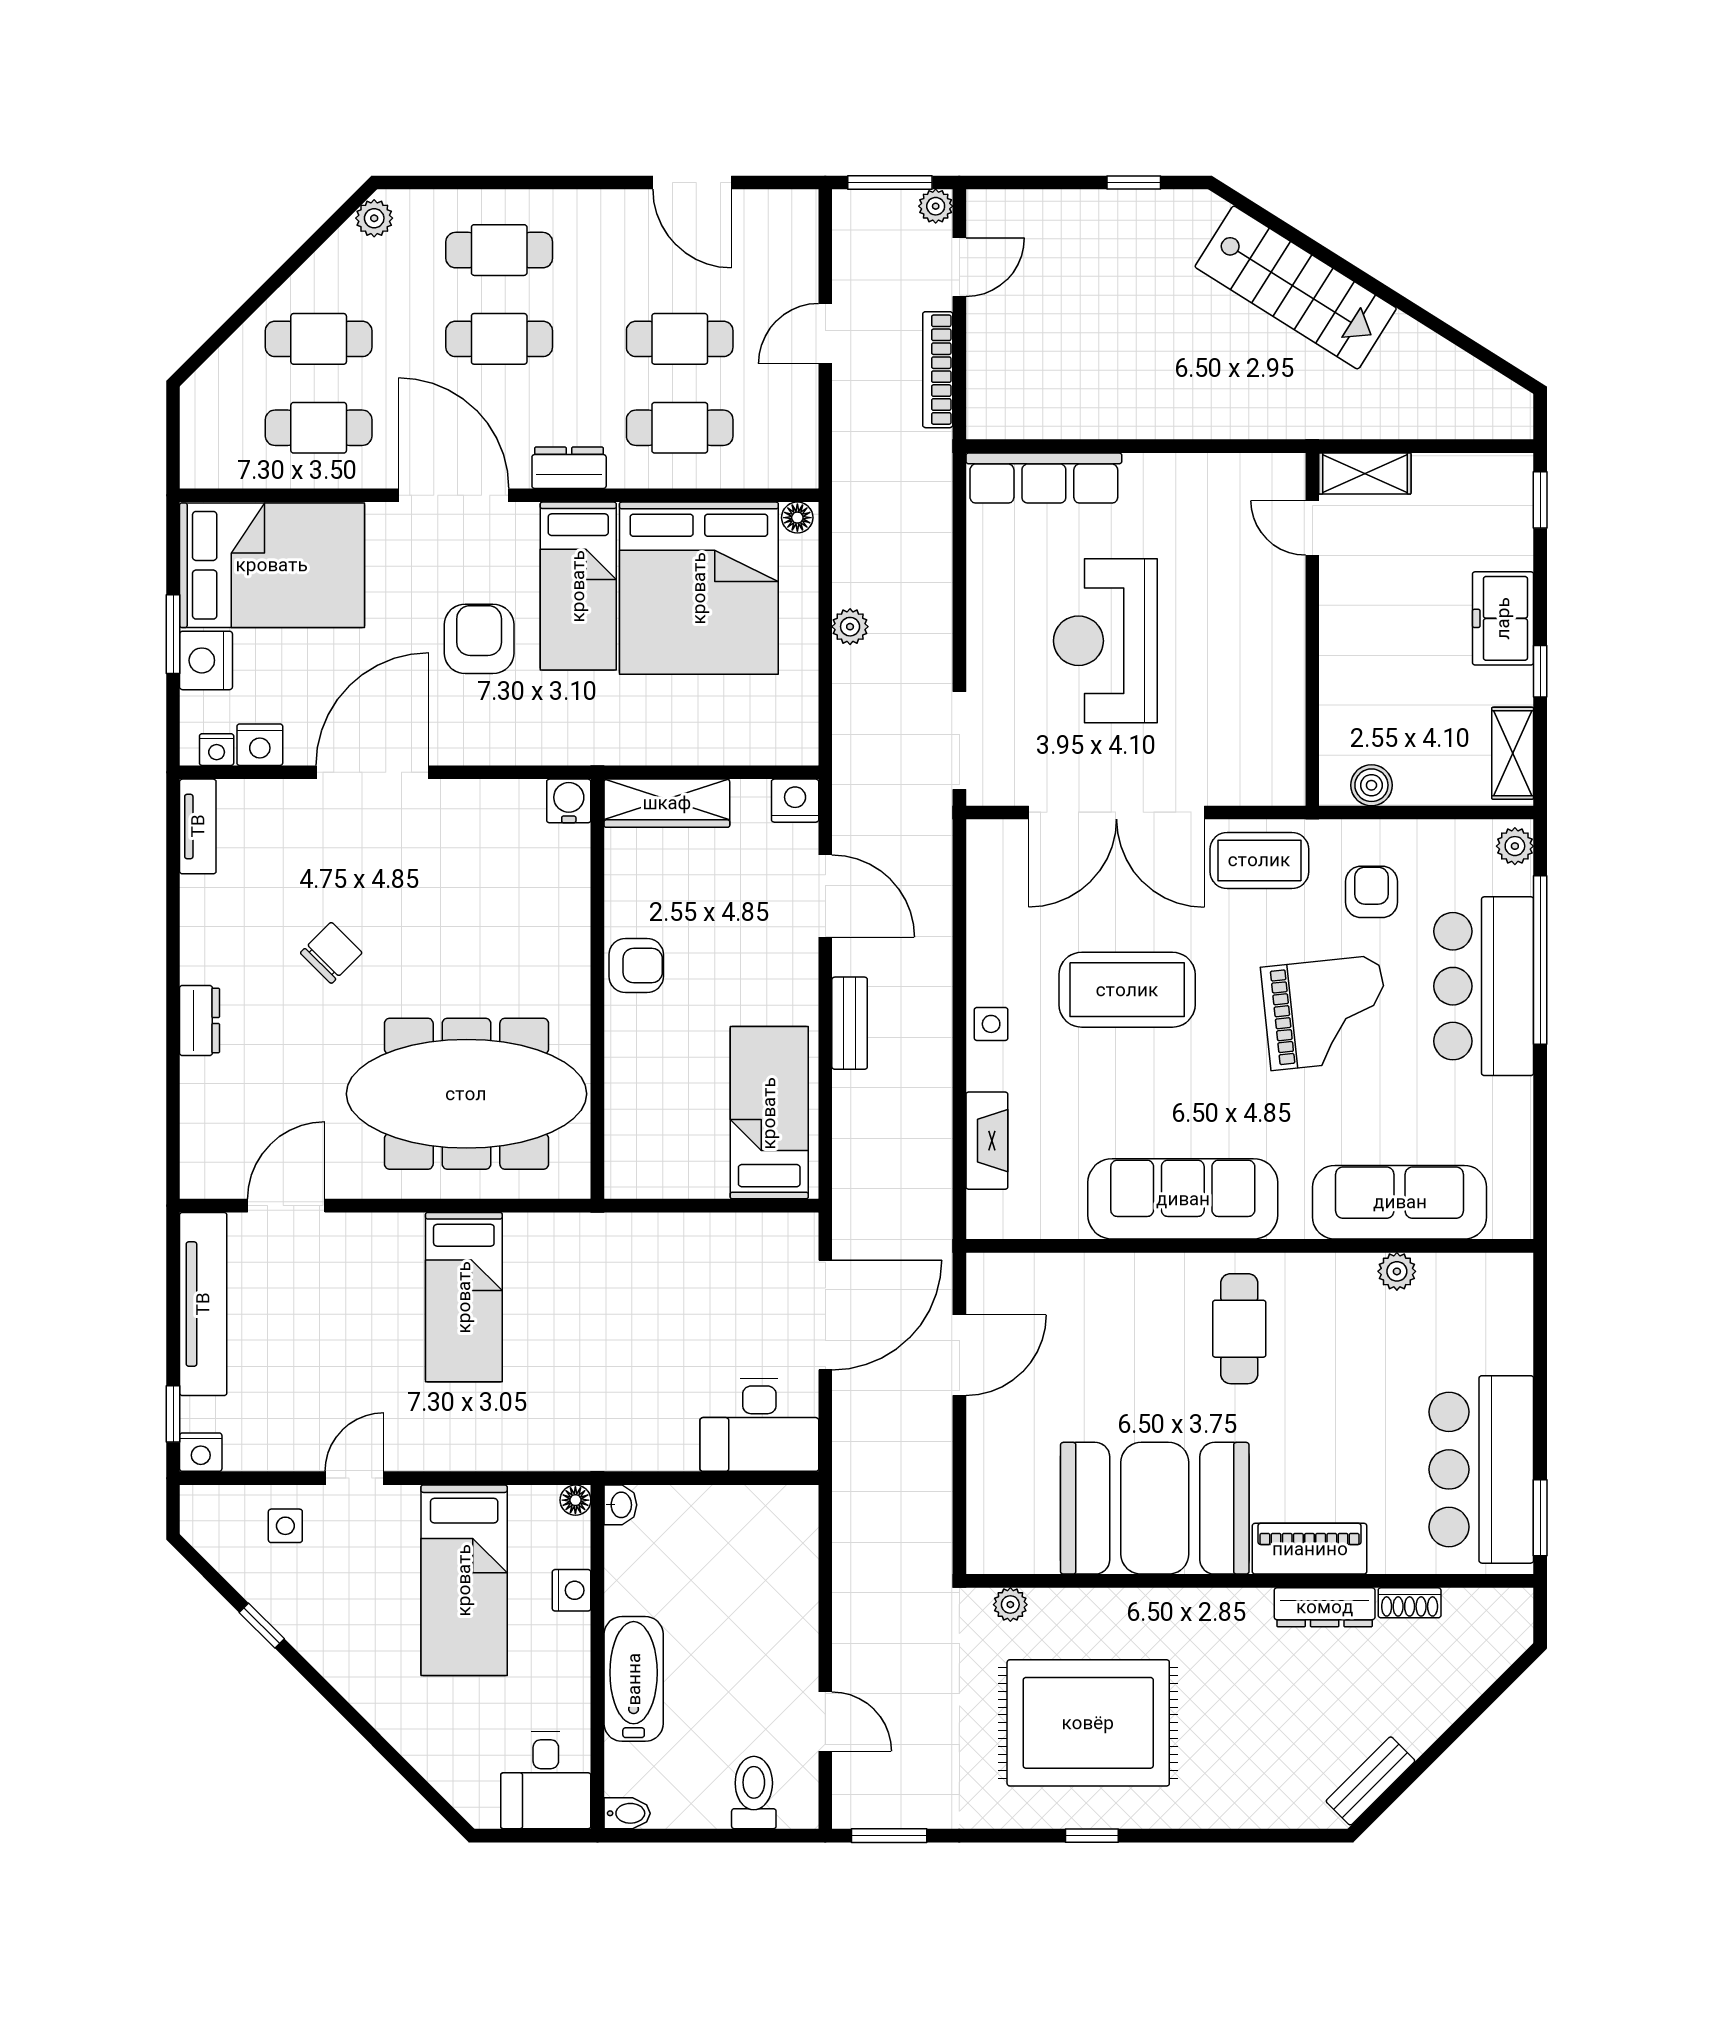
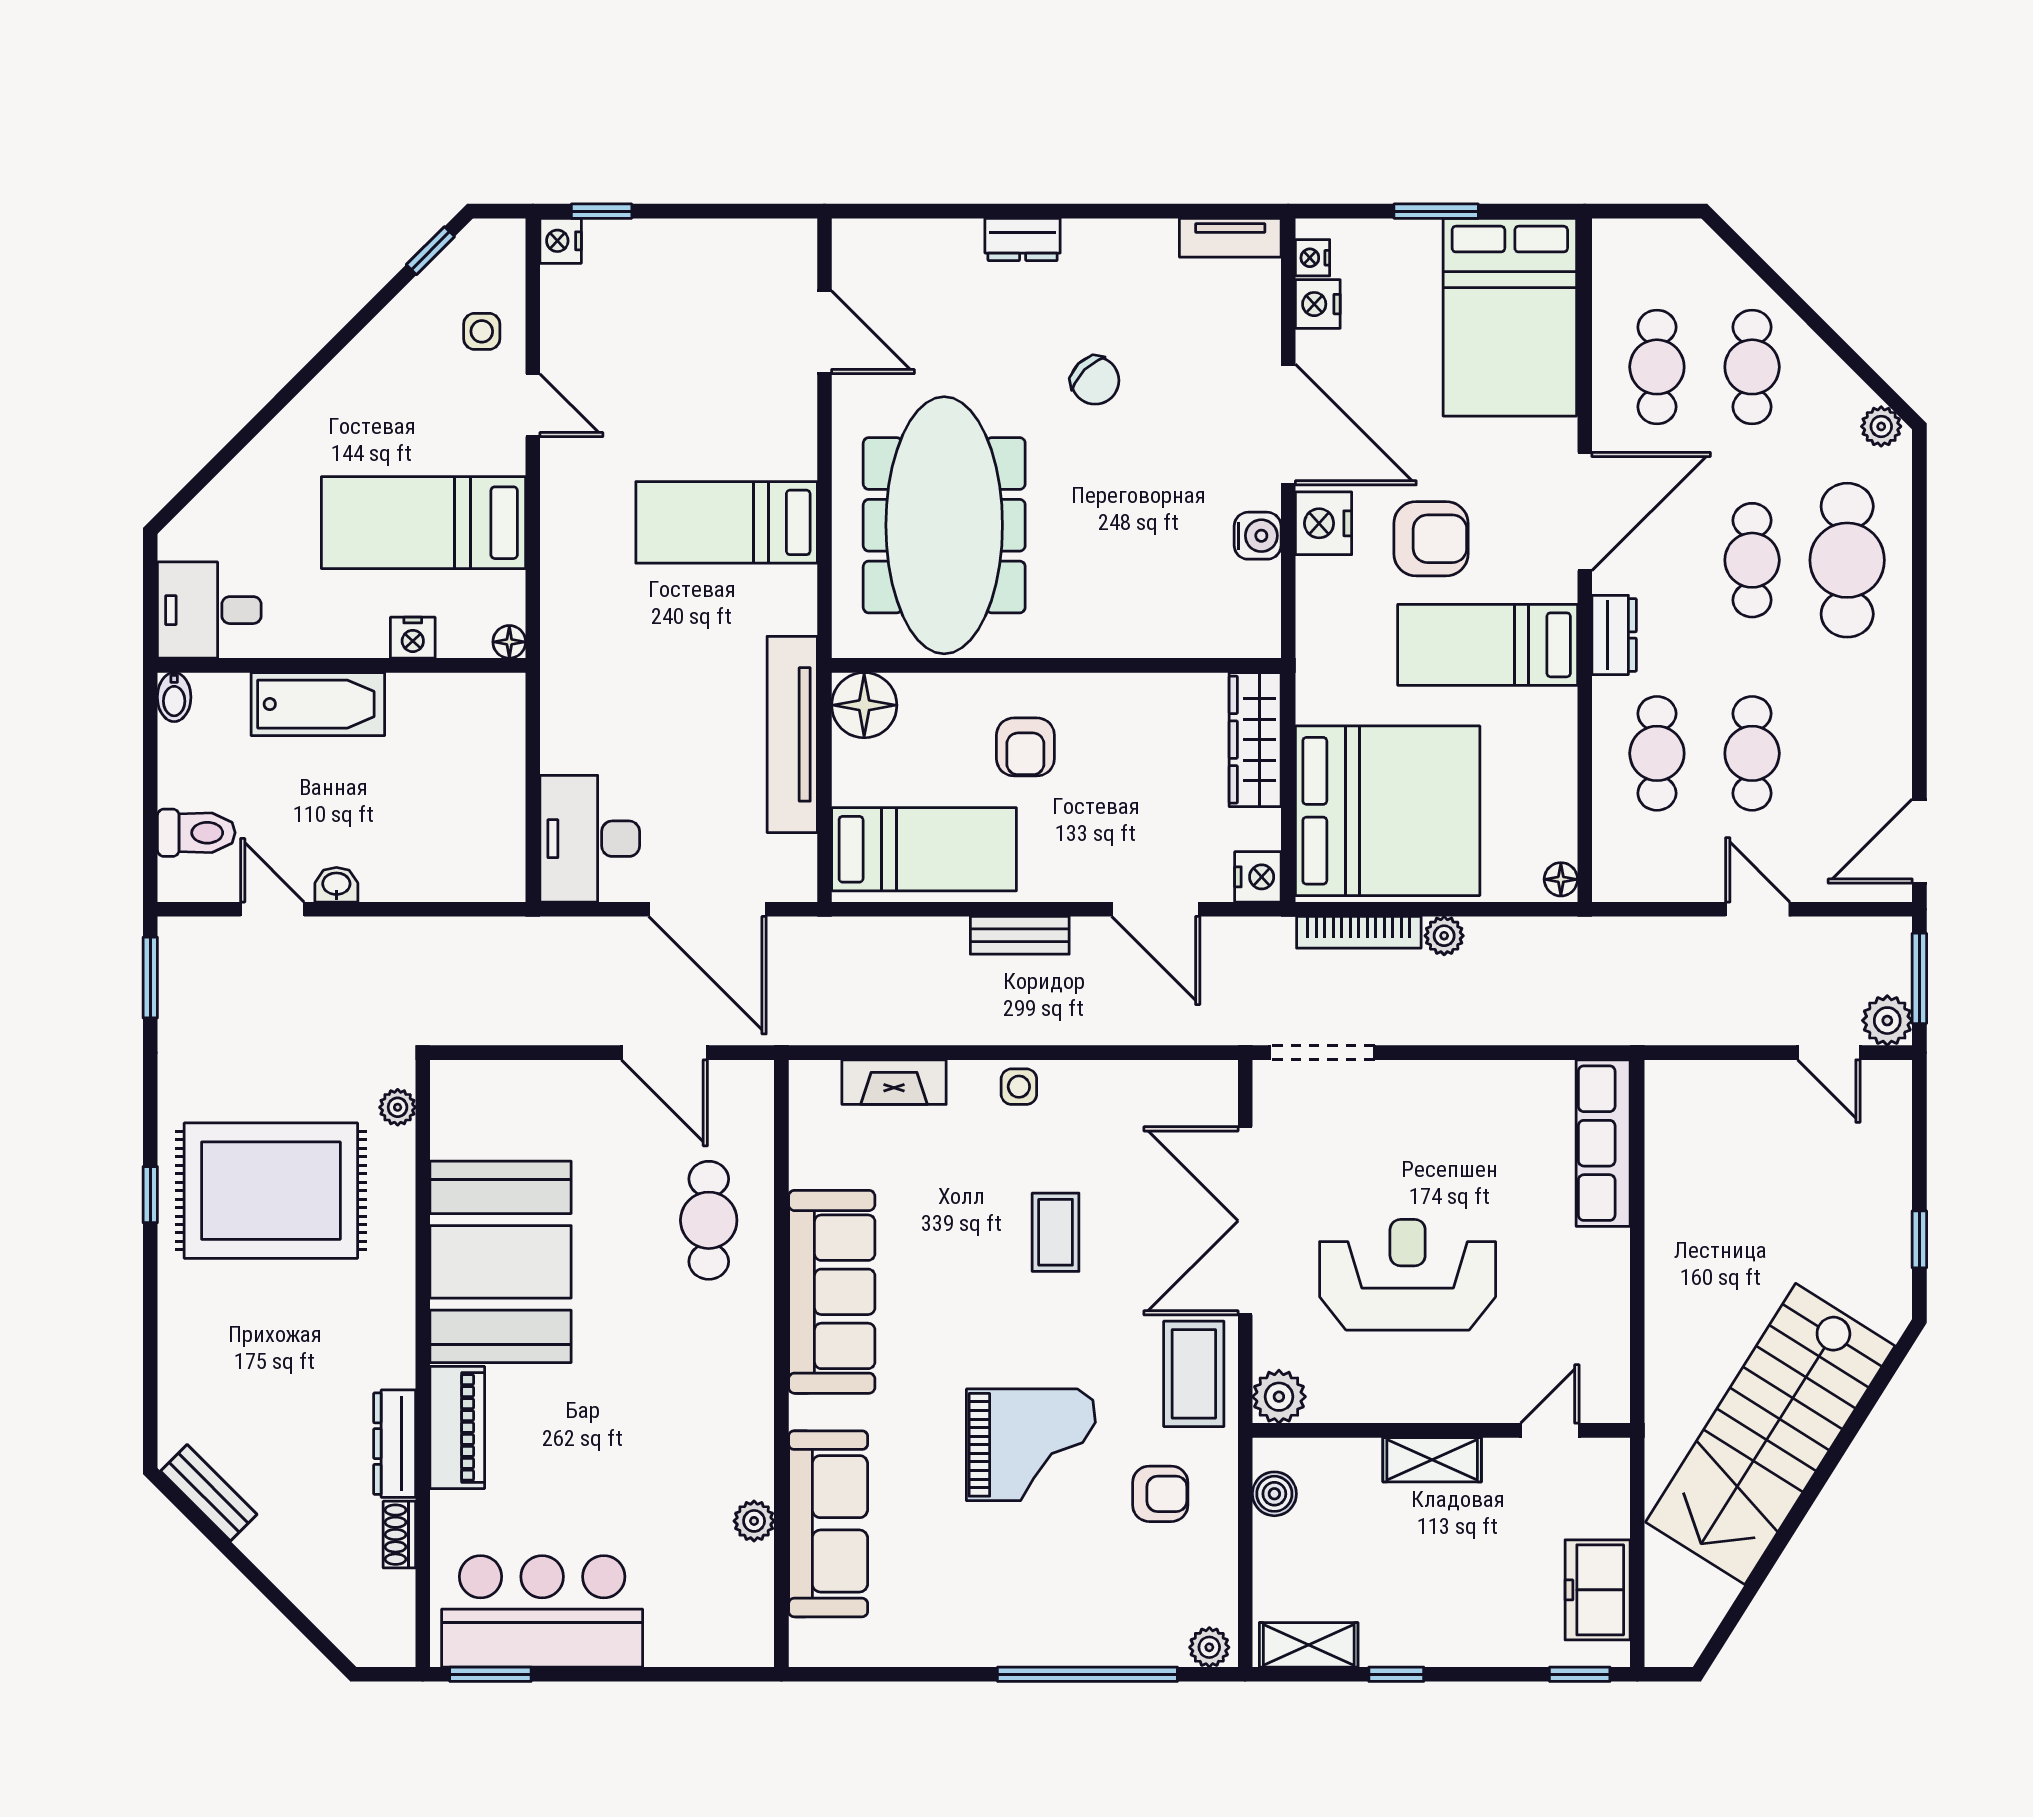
door: (692, 183) -> (1919, 841), moved
plant: (936, 206) -> (1887, 1021), width x1.38, depth x1.38
cafe table: (499, 250) -> (1847, 560), width x1.37, depth x1.35
stairs: (1296, 287) -> (1770, 1434), width x1.36, depth x1.51
bookcase: (938, 370) -> (1359, 932), moved, turned 180
shelving: (1365, 474) -> (1432, 1460), moved, turned 90
bed: (699, 588) -> (1388, 811), moved, turned 180
freezer: (1503, 618) -> (1598, 1590), moved, turned -90
reception desk: (1105, 641) -> (1408, 1275), moved
nightstand: (206, 660) -> (1324, 523), moved, turned -90
plant: (1281, 781) -> (1279, 1397), added
water cooler: (569, 801) -> (1258, 536), moved
door: (825, 896) -> (1156, 909), hinge flipped
armchair: (636, 966) -> (1025, 747), moved
bar counter: (1484, 986) -> (1059, 1614), removed
coffee table: (1127, 990) -> (1056, 1232), width x0.54, depth x0.58
grand piano: (1326, 1013) -> (1031, 1445), turned -84
floor lamp: (635, 1168) -> (864, 705), added
tv unit: (203, 1304) -> (792, 734), moved, turned 90
cafe table: (1239, 1329) -> (709, 1220), moved, turned 90
washbasin: (620, 1505) -> (336, 885), moved, turned 180
window: (262, 1626) -> (430, 251), moved
door: (825, 1721) -> (272, 909), swing flipped
rug: (1088, 1723) -> (271, 1191), turned 90

